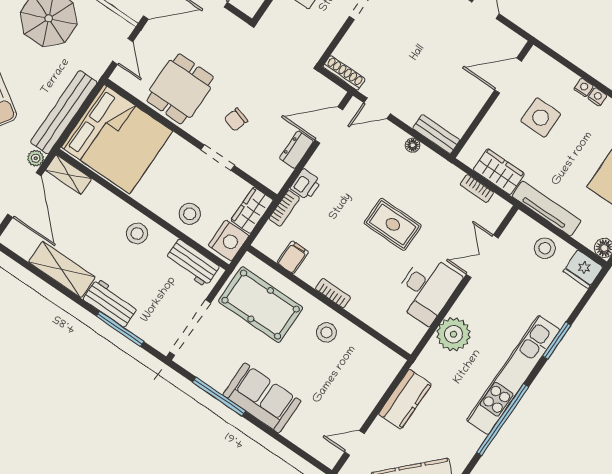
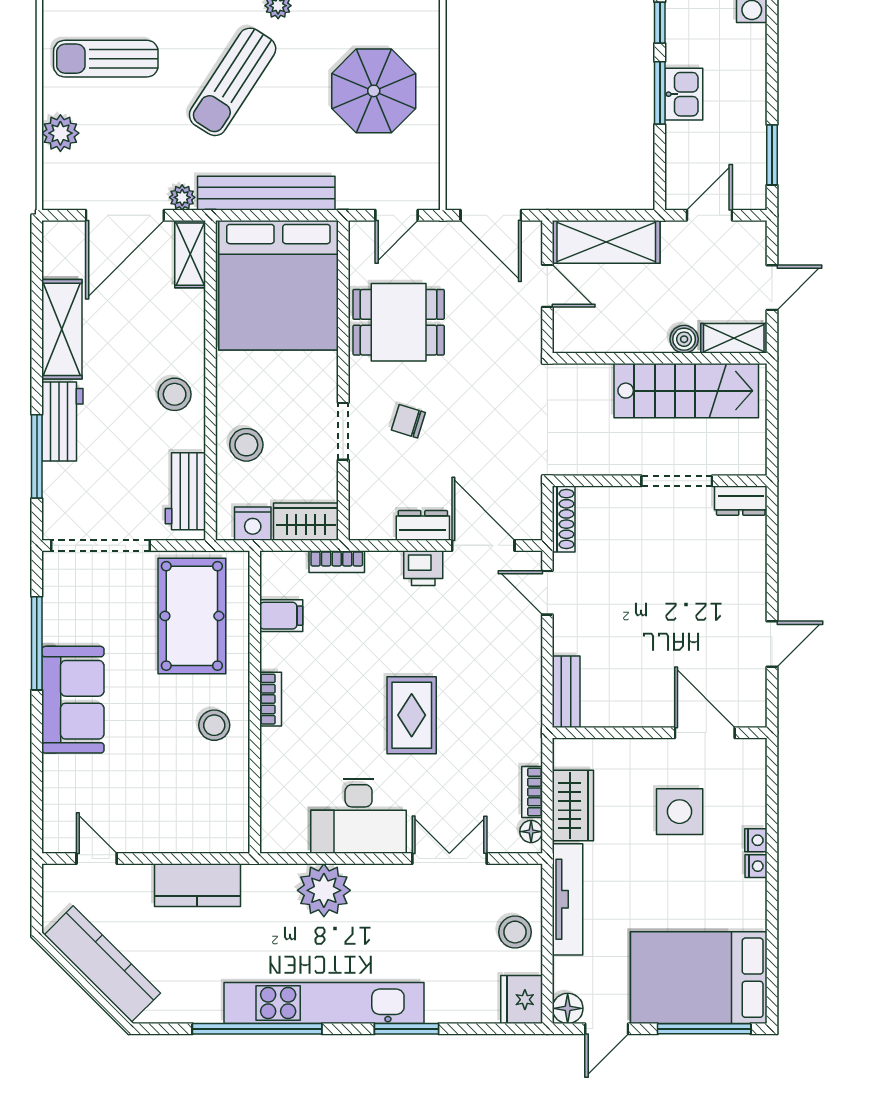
floor lamp: (413, 145) -> (531, 832), moved
printer: (306, 184) -> (423, 568), moved
nightstand: (228, 241) -> (253, 524), width x0.74, depth x0.75

